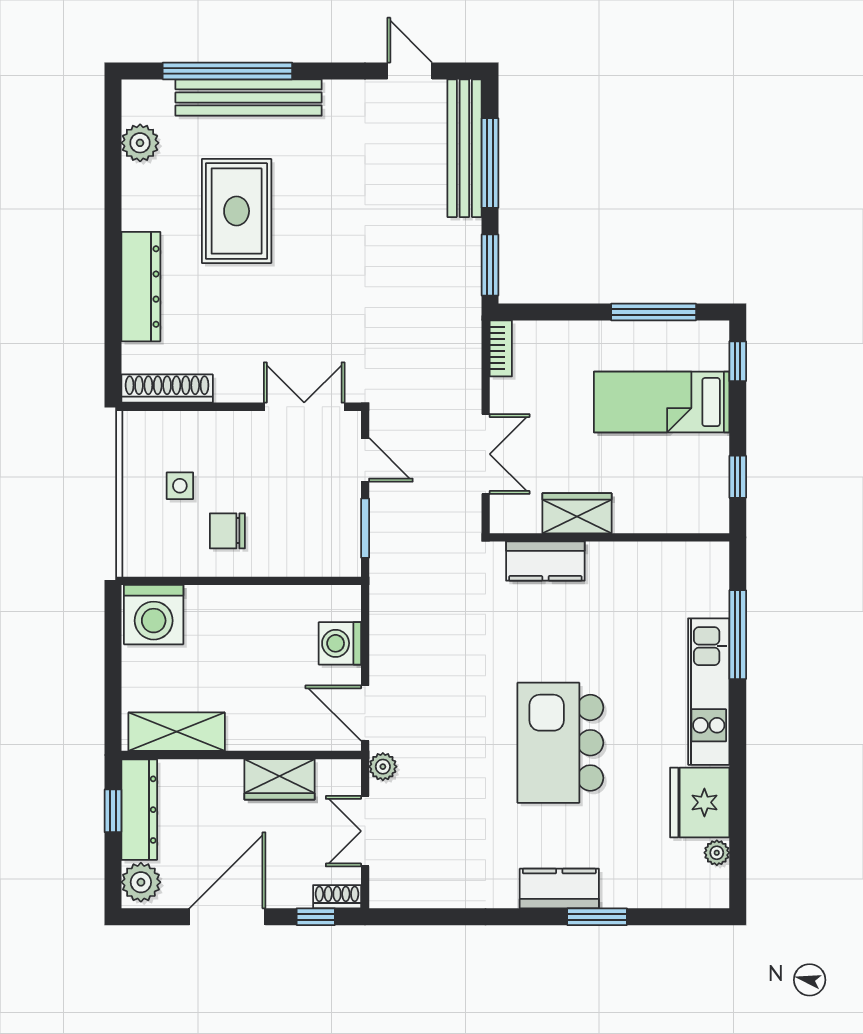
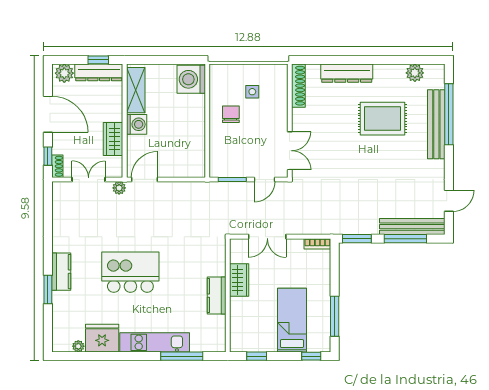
kitchen counter: (545, 561) -> (217, 296), moved
washing machine: (340, 643) -> (137, 124), moved, turned 90

